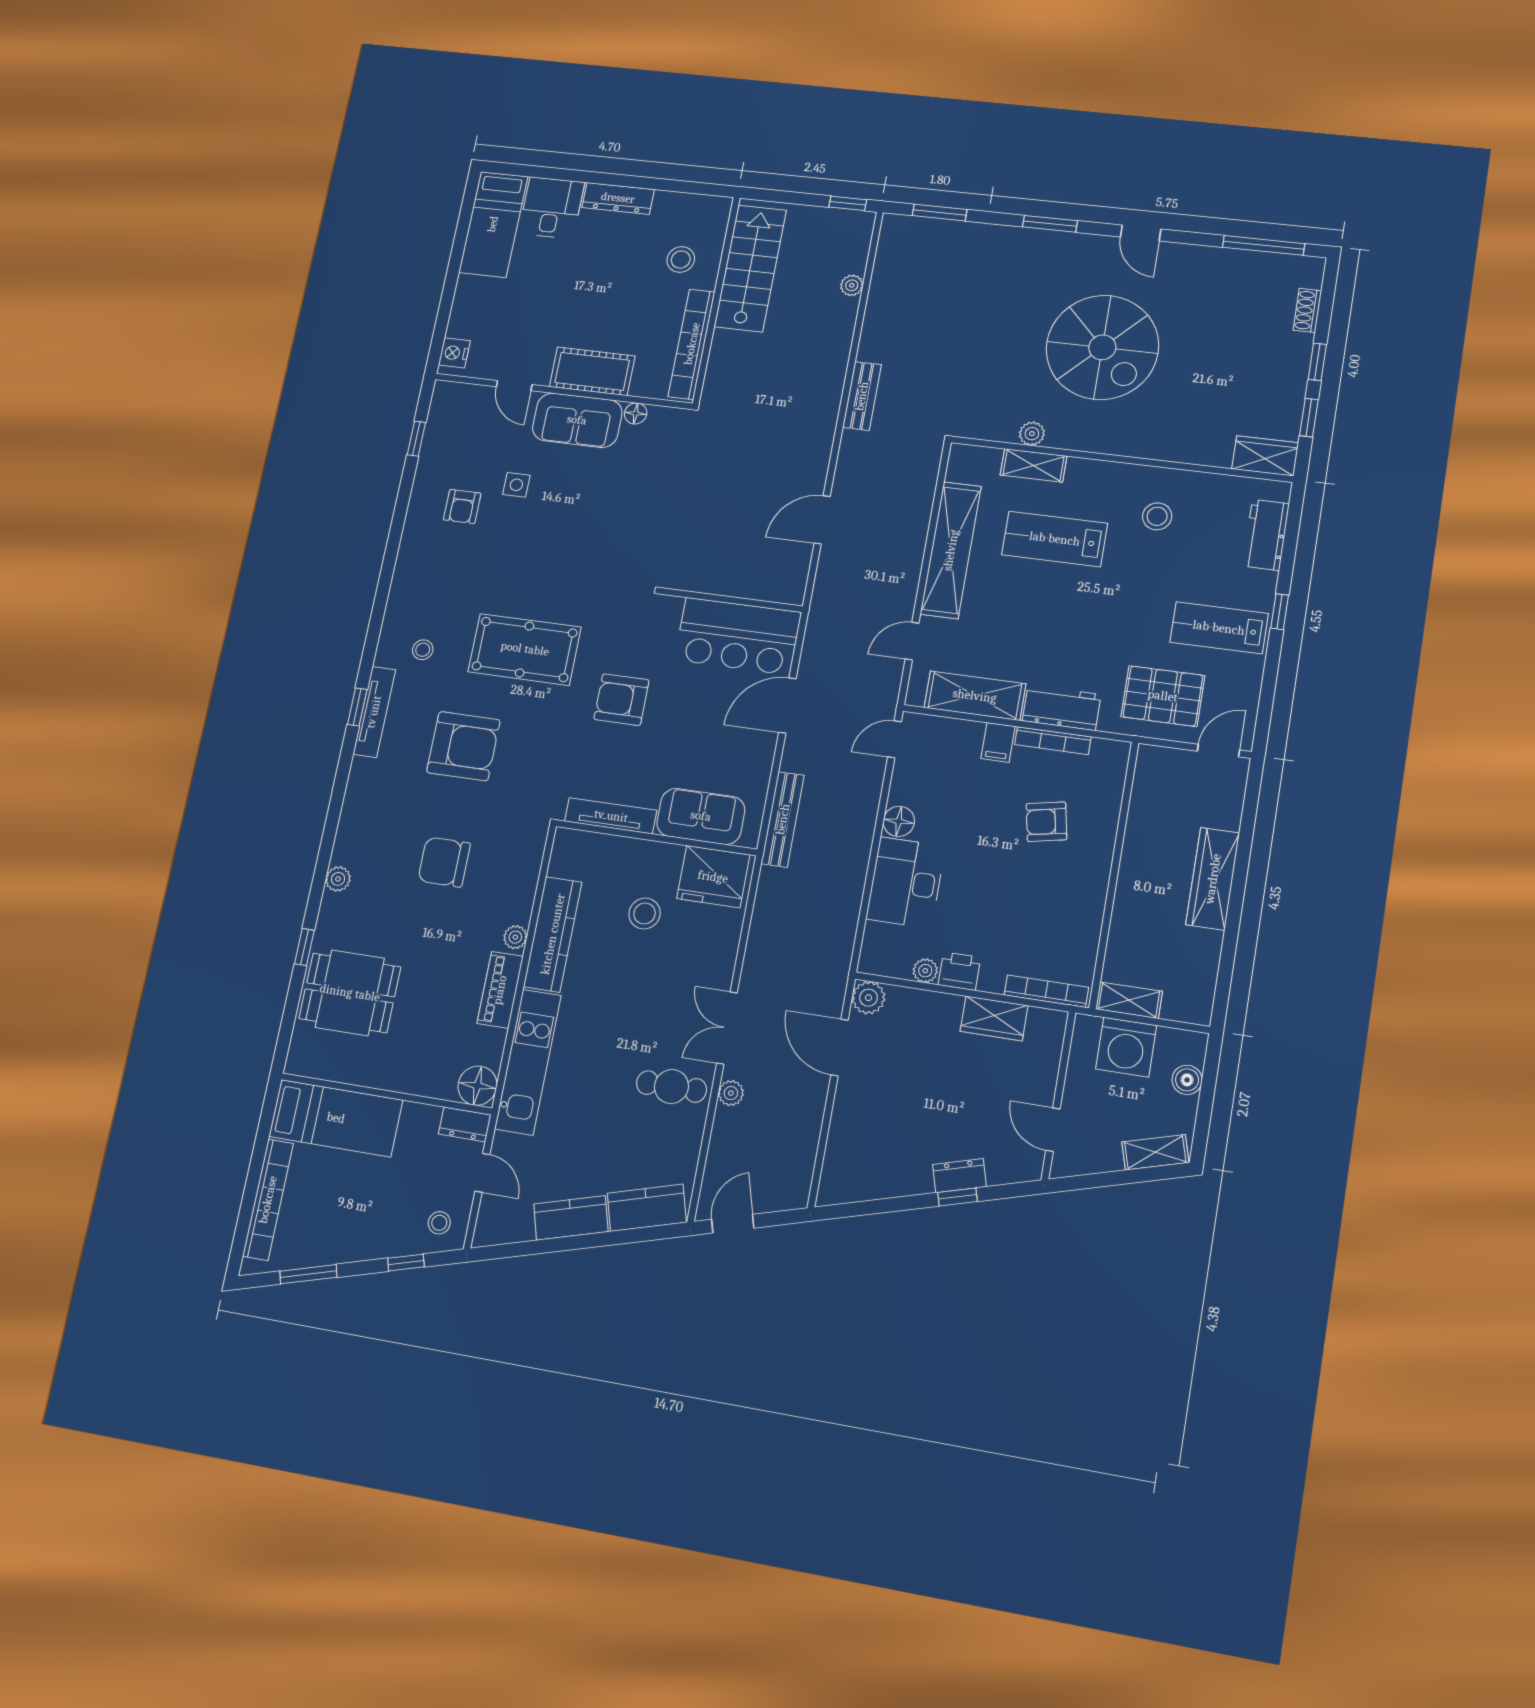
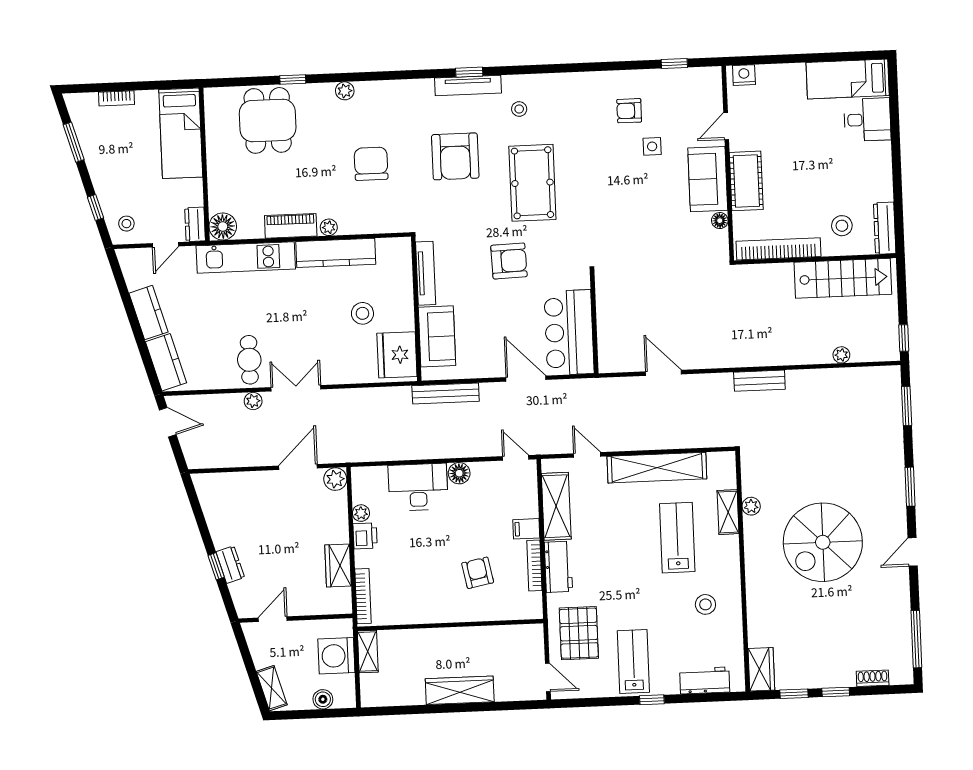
dresser: (618, 198) -> (885, 228), moved
armchair: (621, 700) -> (509, 261), turned 88
bookcase: (268, 1200) -> (117, 98), width x0.43, depth x0.76

